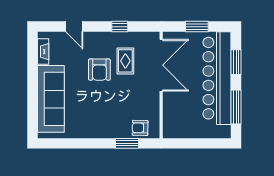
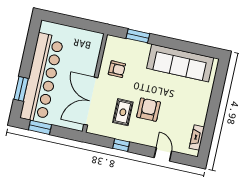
window: (197, 27) -> (40, 127), moved
sofa: (51, 99) -> (180, 63), moved, turned -90
window: (236, 107) -> (30, 47), removed
armchair: (140, 128) -> (117, 69), moved

